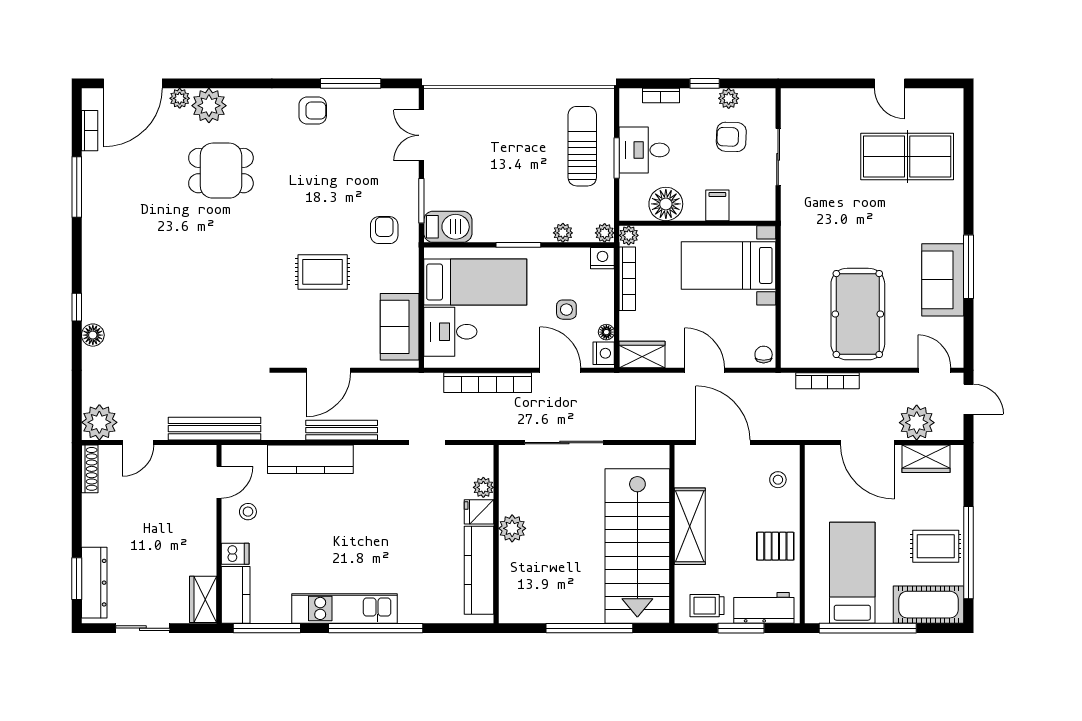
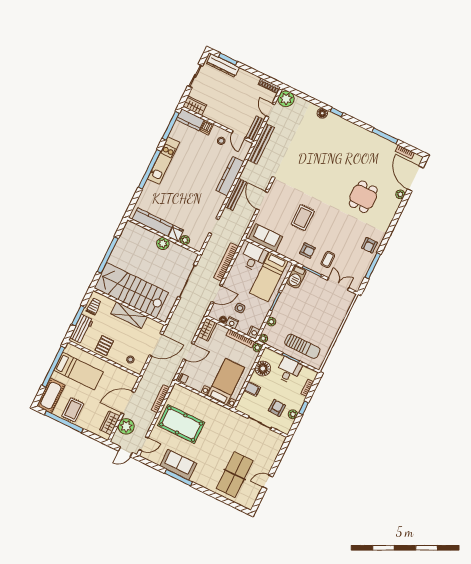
plant: (209, 106) -> (392, 205), removed
coffee table: (382, 180) -> (328, 259), added
nightstand: (604, 353) -> (232, 323), moved
bench: (190, 455) -> (255, 129), added

